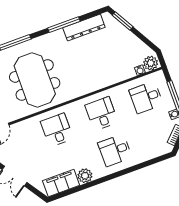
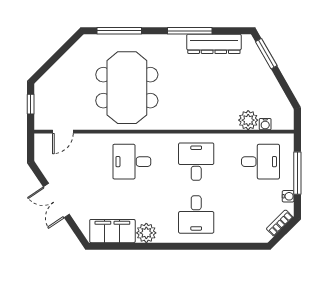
plant: (151, 63) -> (248, 120), moved
desk: (146, 97) -> (260, 162), turned 180
desk: (57, 130) -> (132, 162), turned -90
desk: (115, 150) -> (196, 214), turned -90

